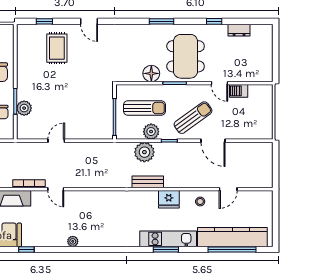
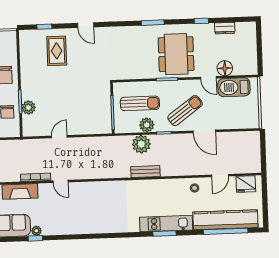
floor lamp: (151, 73) -> (225, 68), moved
barbecue: (239, 91) -> (234, 87), width x1.88, depth x1.53
fridge: (169, 199) -> (246, 184), moved
plant: (73, 241) -> (36, 231), moved

